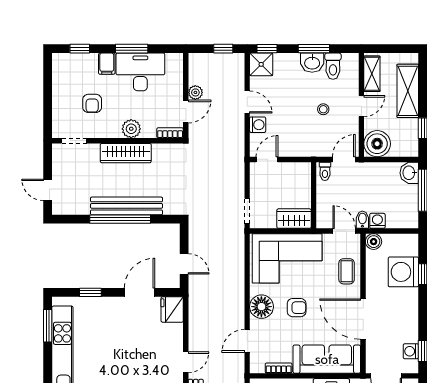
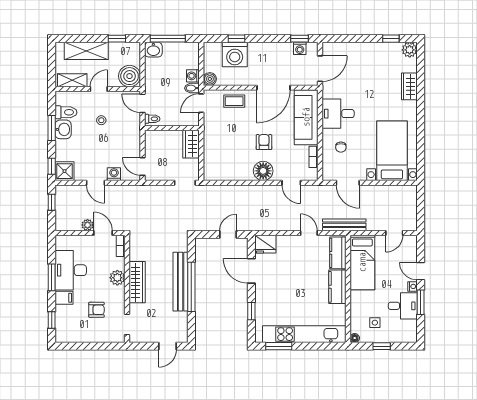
door: (247, 102) -> (95, 183), swing flipped
door: (361, 106) -> (99, 89), hinge flipped
corner sofa: (287, 258) -> (224, 150), removed

